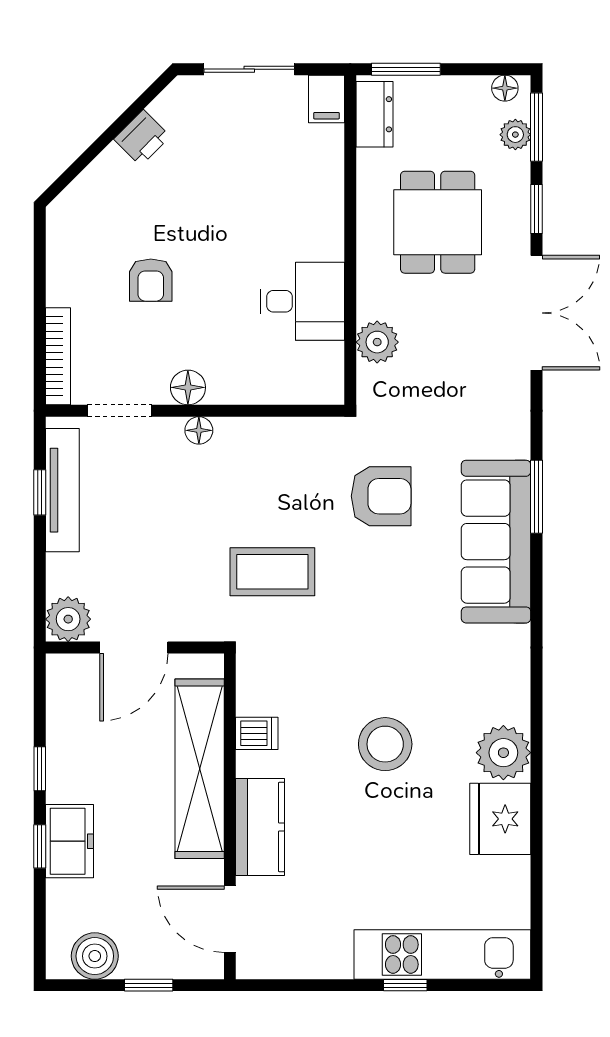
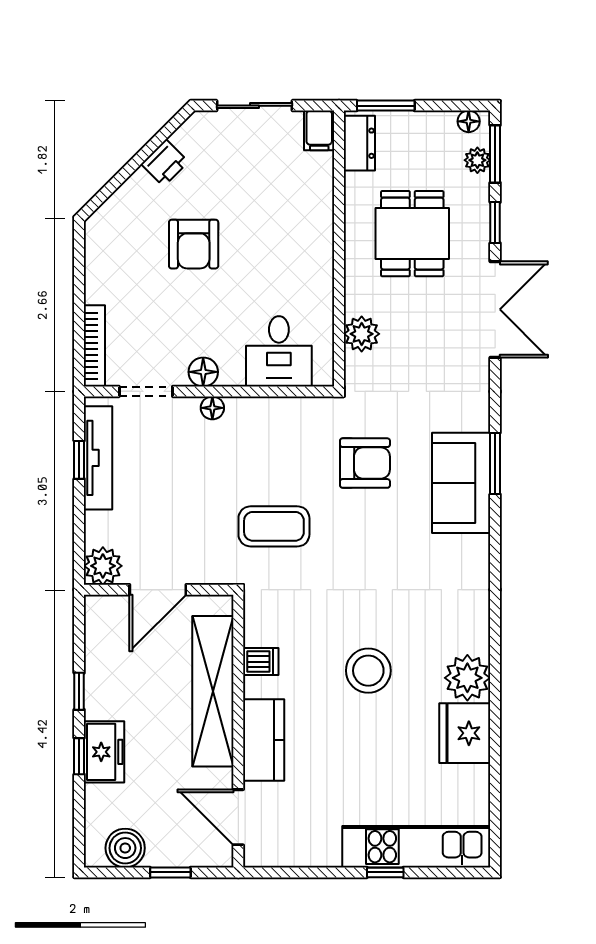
armchair: (151, 280) -> (194, 244), moved, width x1.38, depth x1.38
desk: (302, 301) -> (279, 351), moved, turned 90
sofa: (496, 542) -> (461, 483), width x0.73

